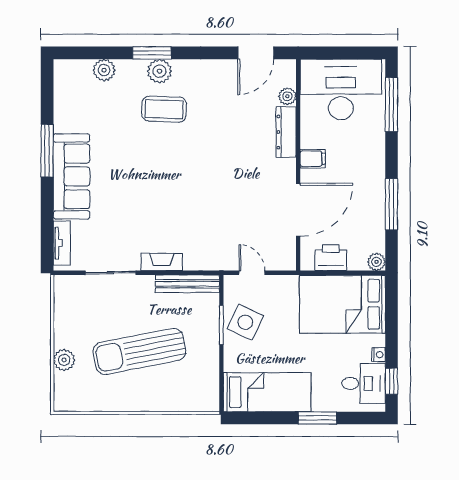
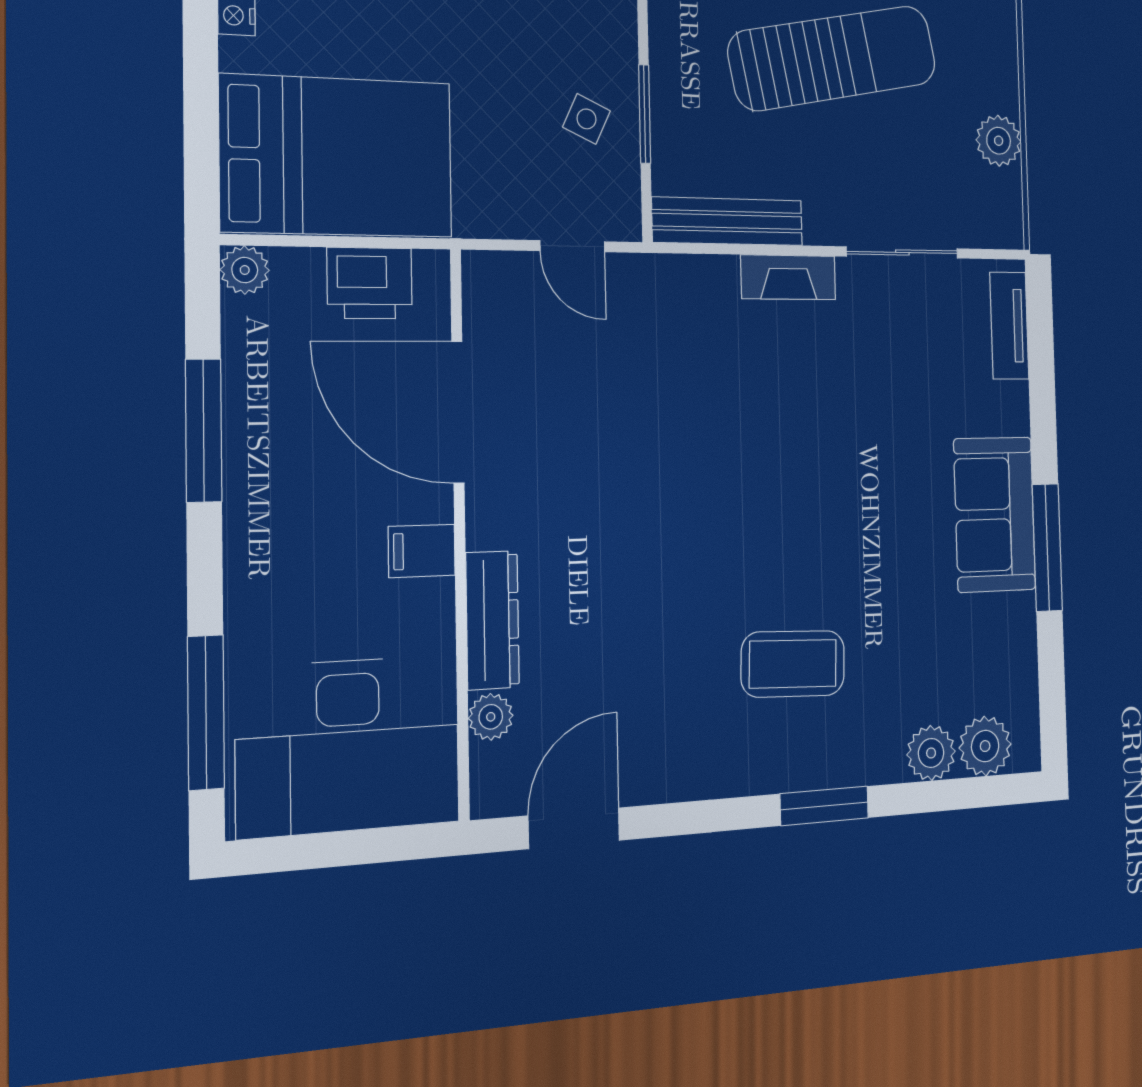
plant: (159, 71) -> (985, 746), moved
sofa: (71, 176) -> (995, 514), width x0.73
door: (298, 210) -> (458, 412), hinge flipped
side table: (245, 322) -> (586, 119), width x0.54, depth x0.54
plant: (64, 360) -> (999, 141), moved

